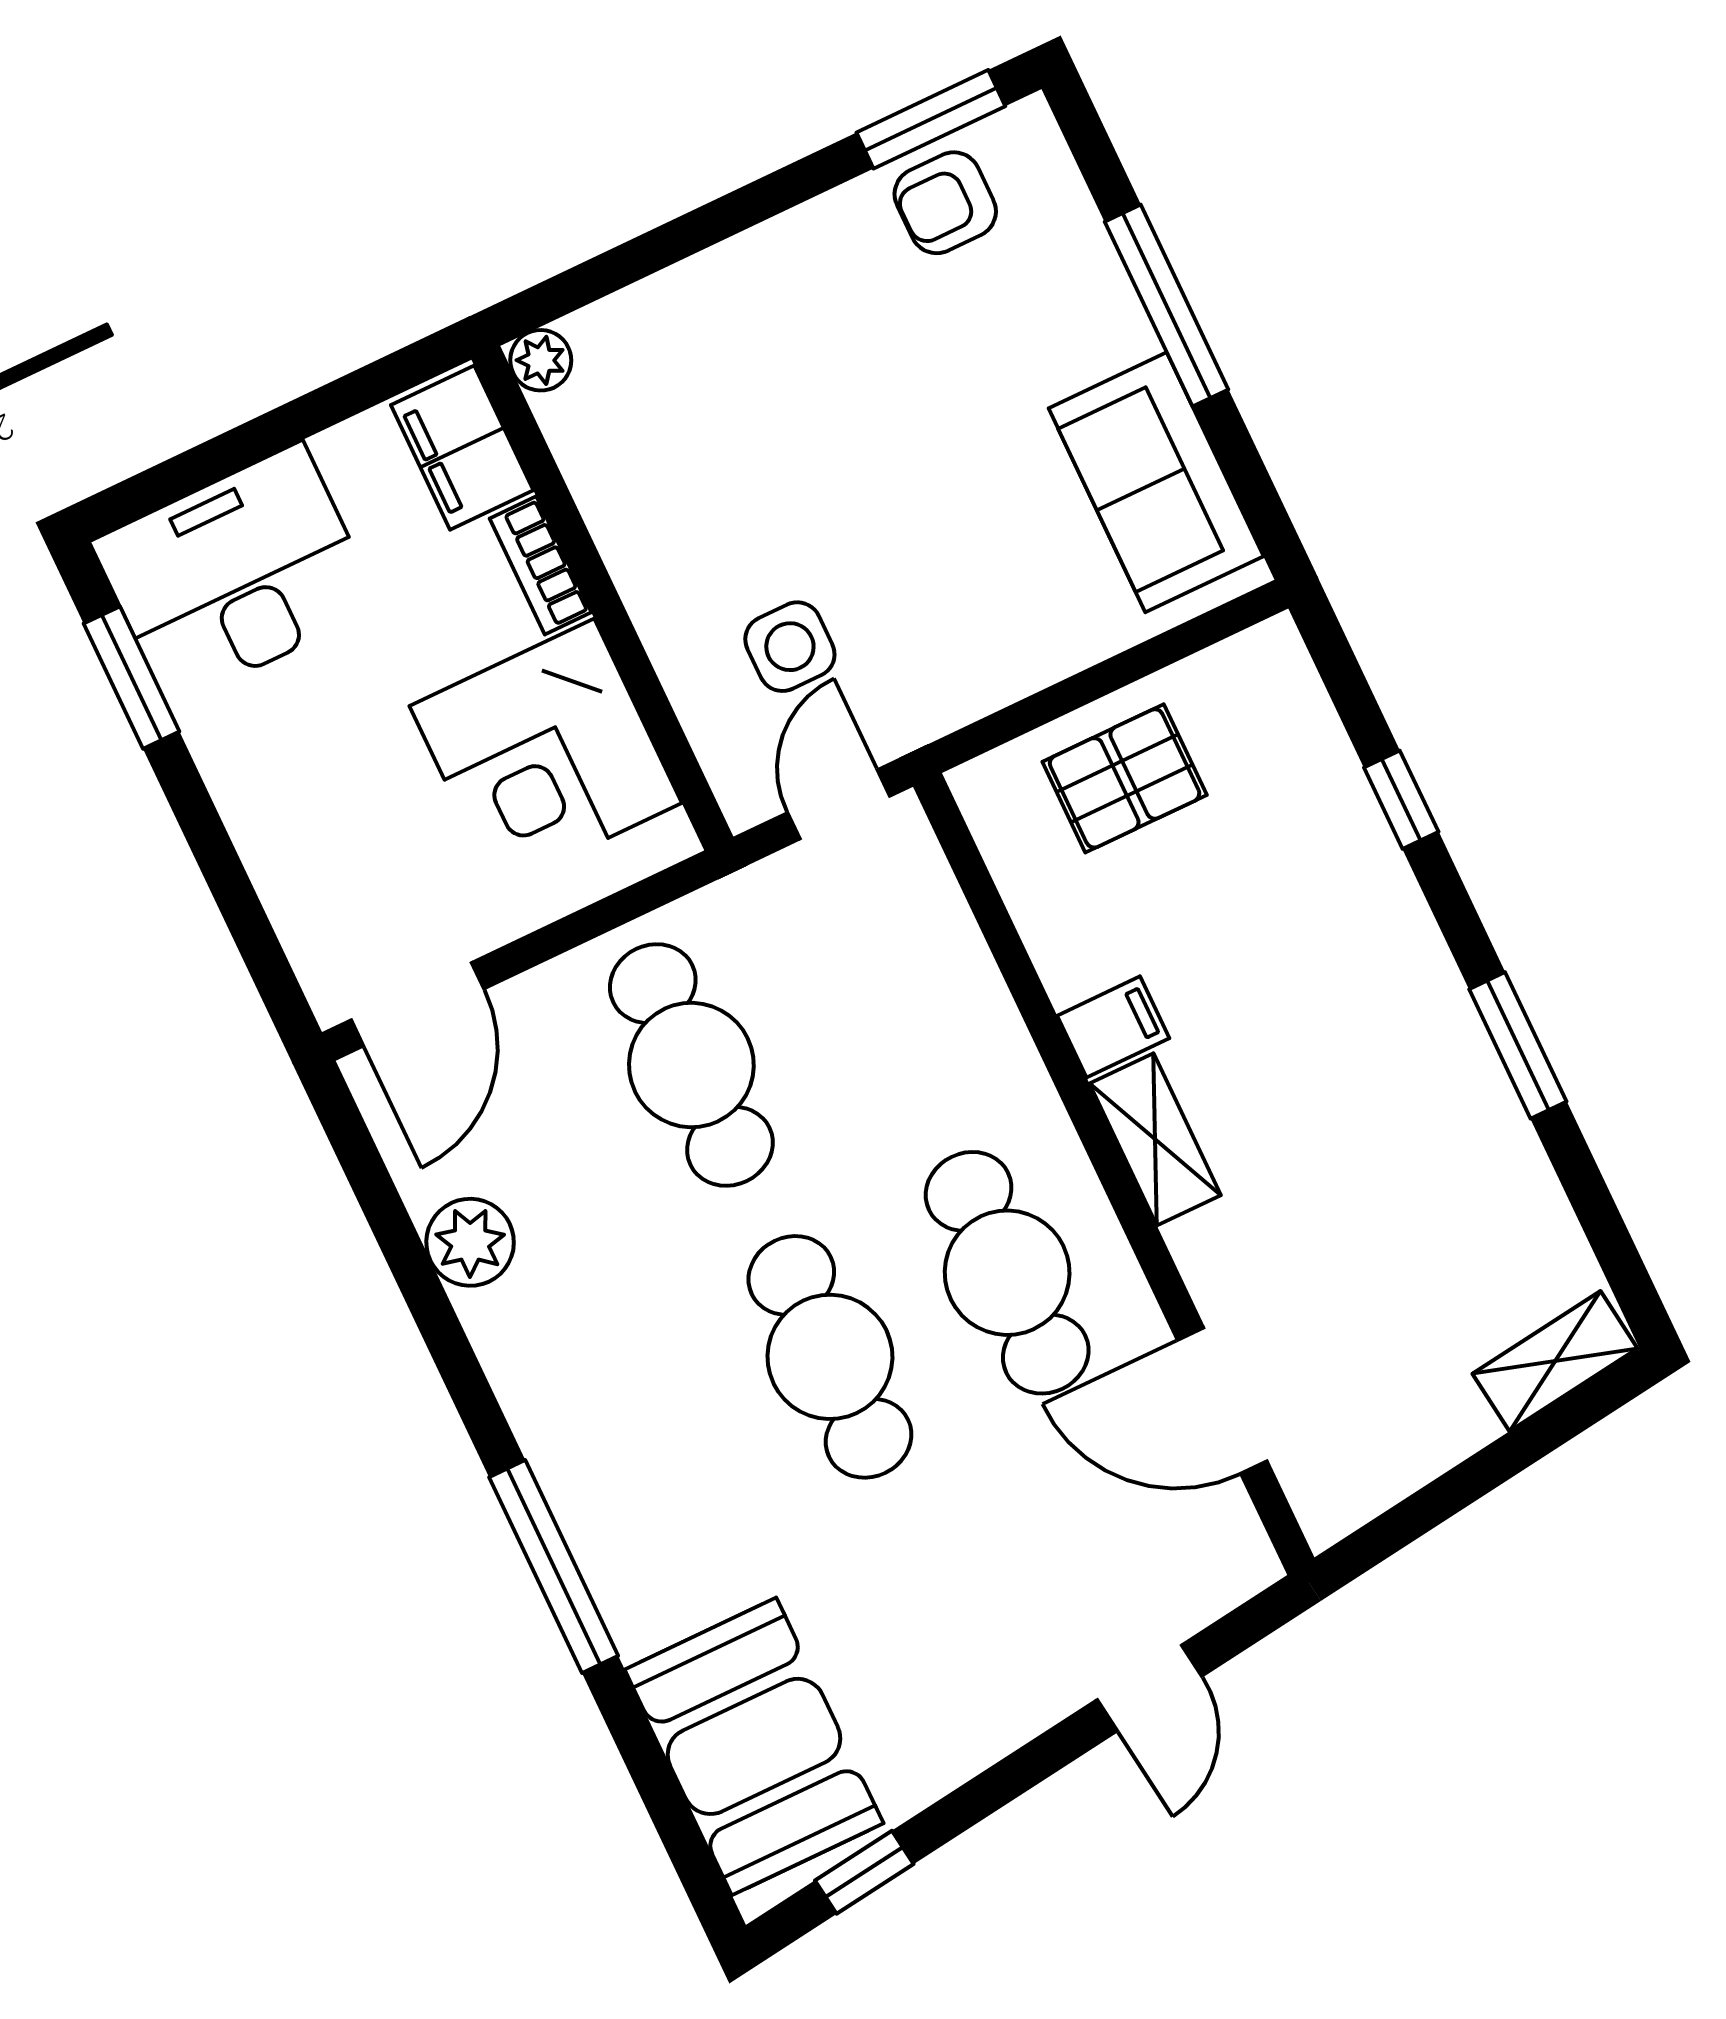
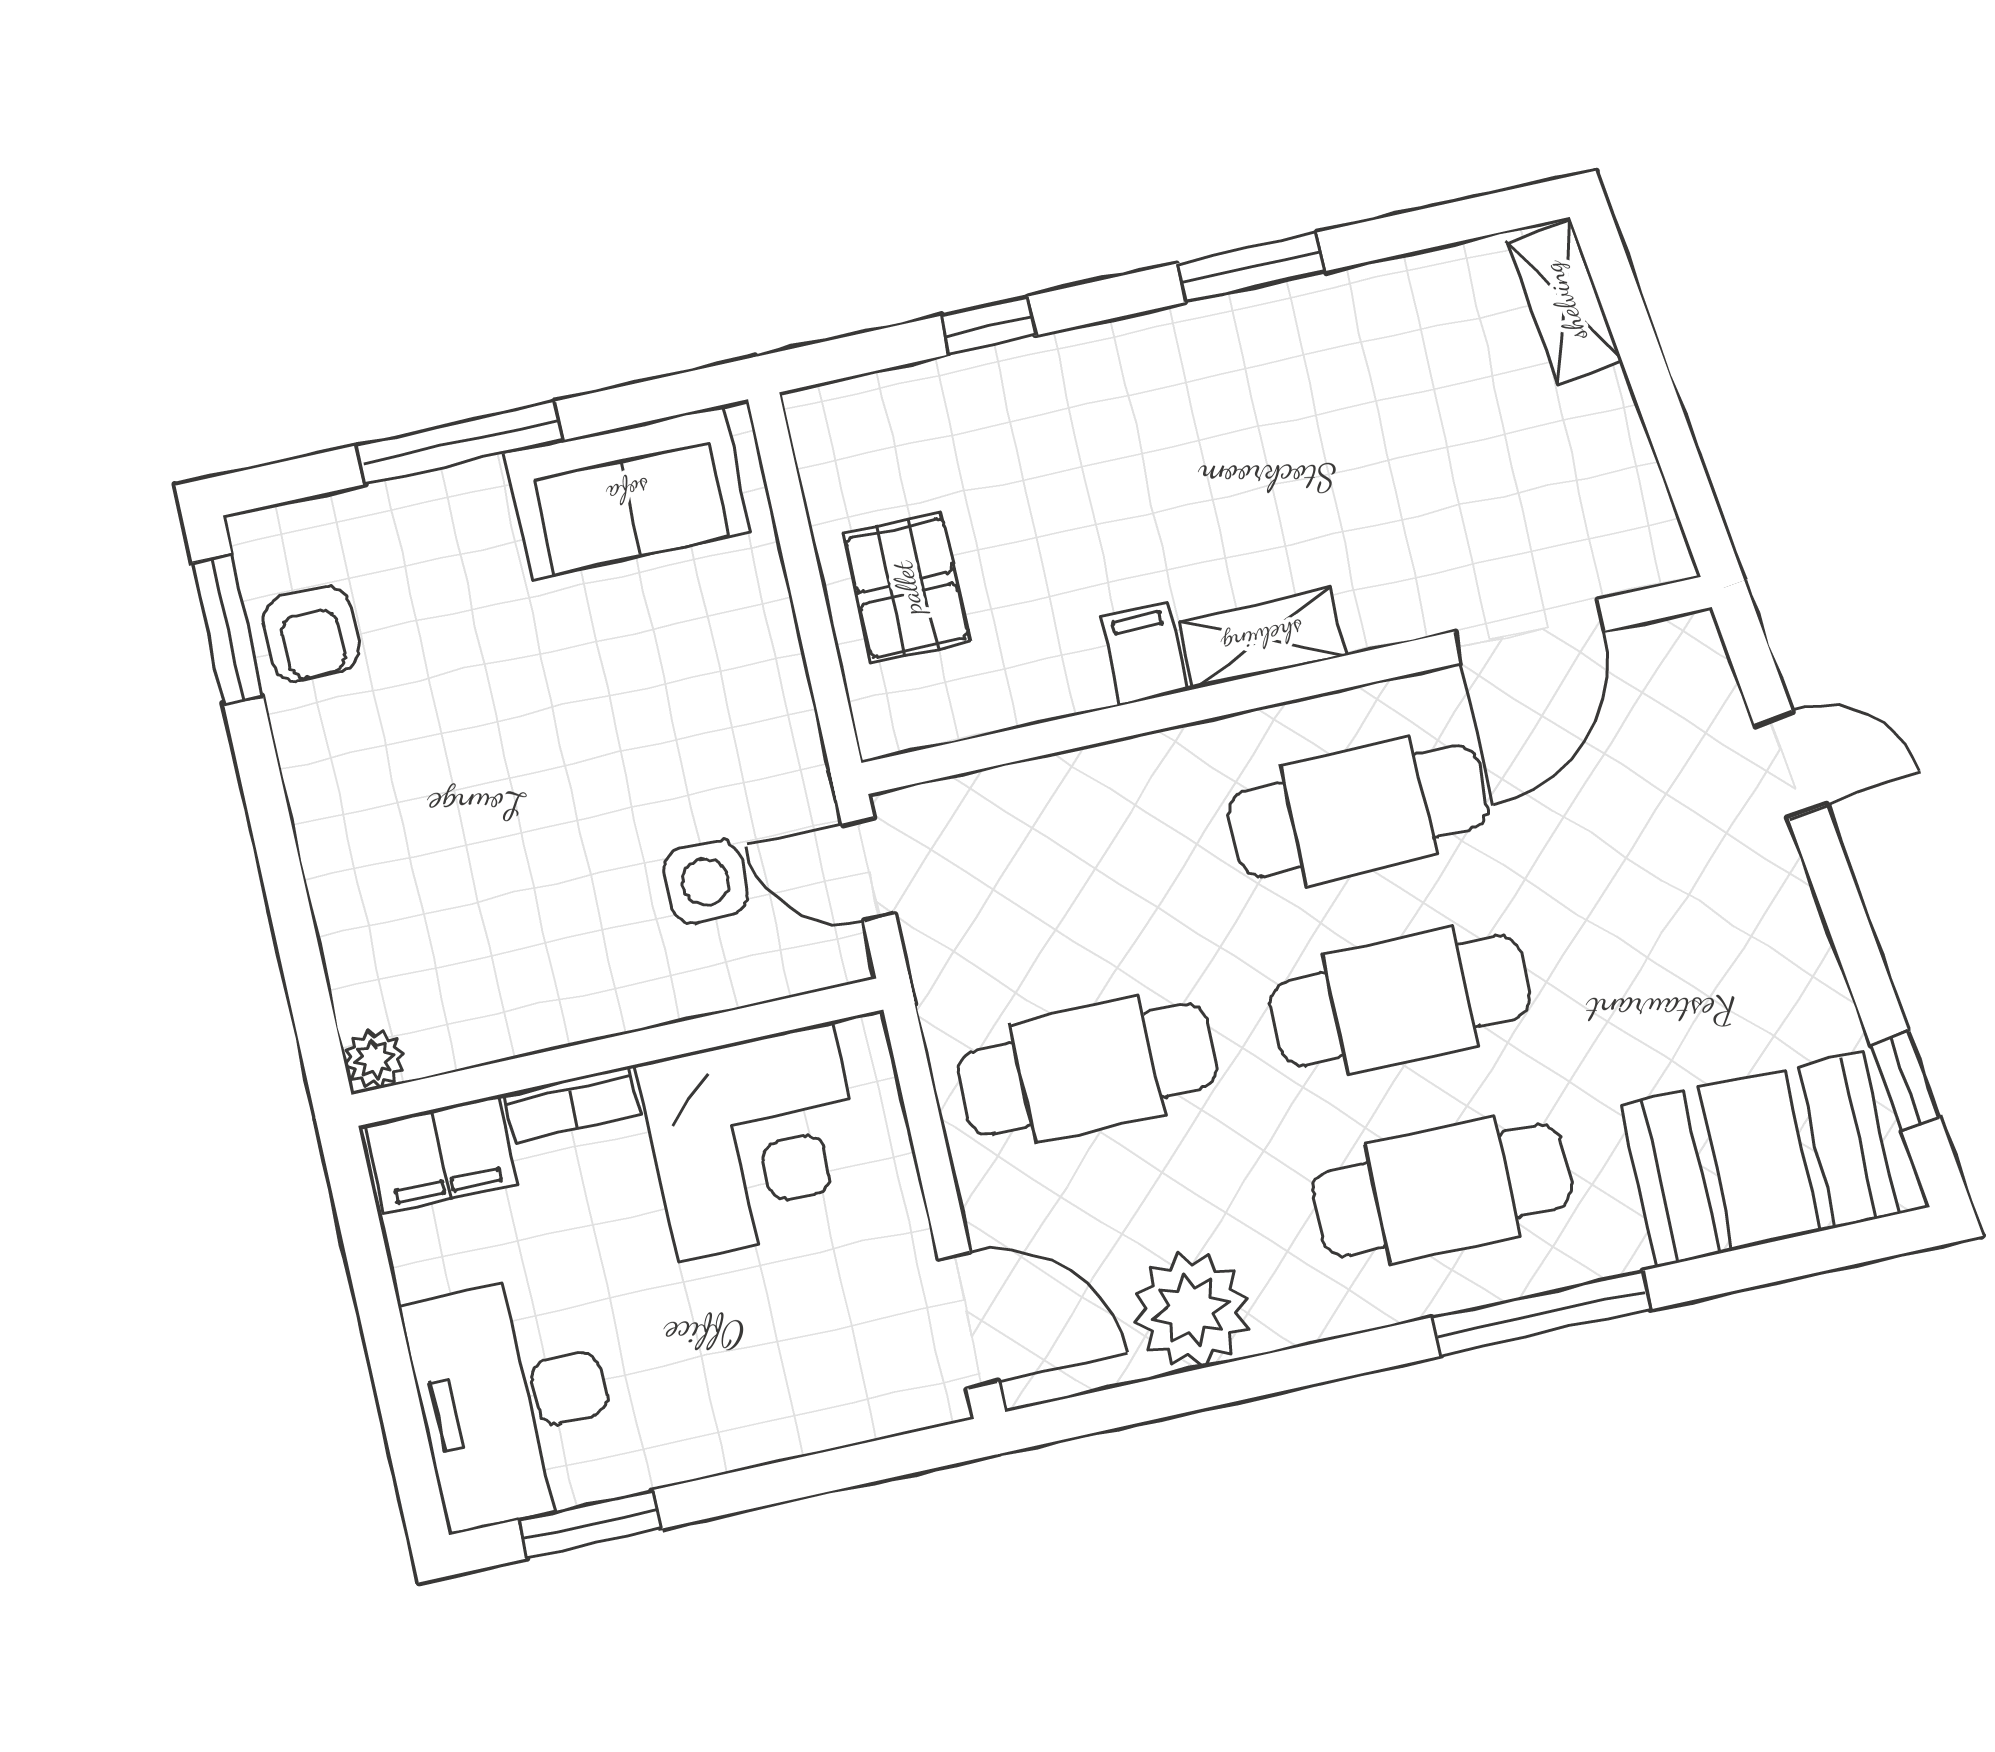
plant: (470, 1242) -> (1191, 1310), width x1.36, depth x1.36
cafe table: (653, 1441) -> (1442, 1190), added

